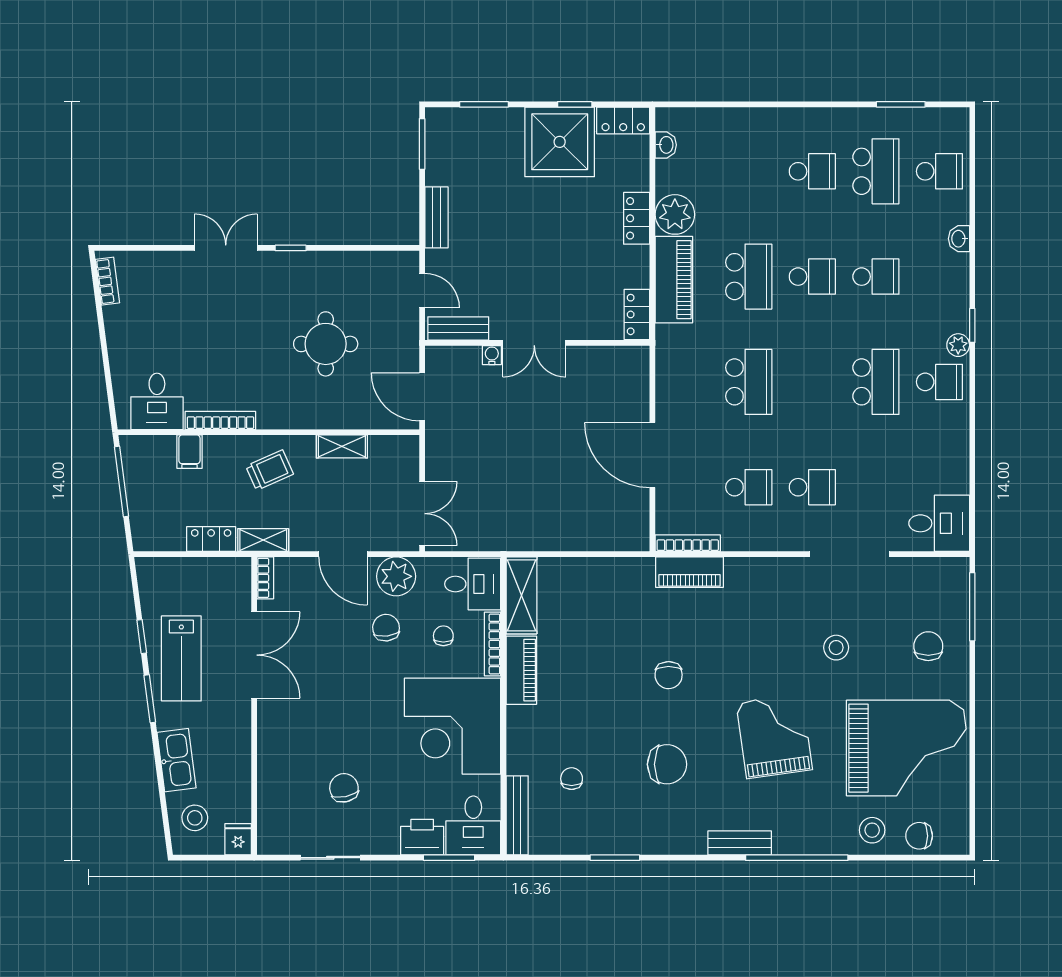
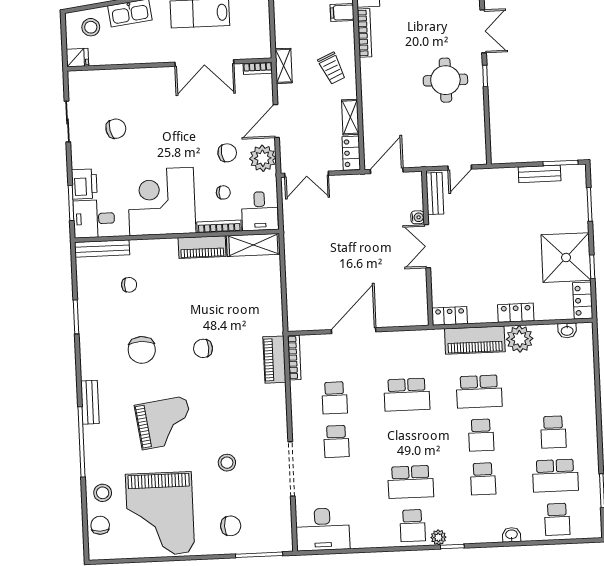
bench: (436, 217) -> (540, 174), moved
round table: (326, 344) -> (445, 80), moved
desk: (939, 523) -> (323, 529), width x1.37
locker: (211, 539) -> (351, 153), moved, turned 180

